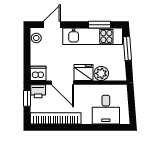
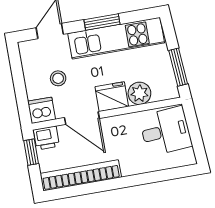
window: (99, 25) -> (102, 22), moved
stool: (36, 38) -> (58, 78), moved
window: (127, 48) -> (178, 67), moved
desk: (106, 110) -> (166, 131), moved, turned -94

